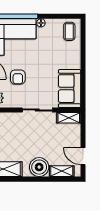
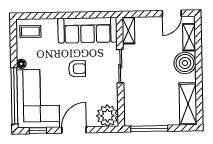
armchair: (18, 77) -> (77, 69), moved
sofa: (70, 89) -> (87, 30), width x1.36

